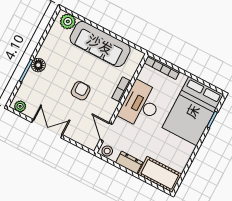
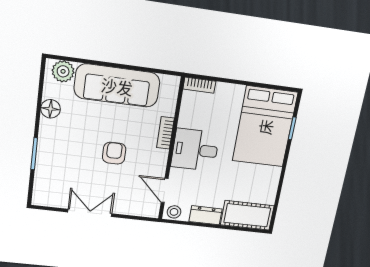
floor lamp: (38, 65) -> (50, 109), moved
bookcase: (162, 67) -> (199, 85), width x0.64
desk: (141, 105) -> (195, 150), width x0.73
plant: (20, 106) -> (45, 199), removed

